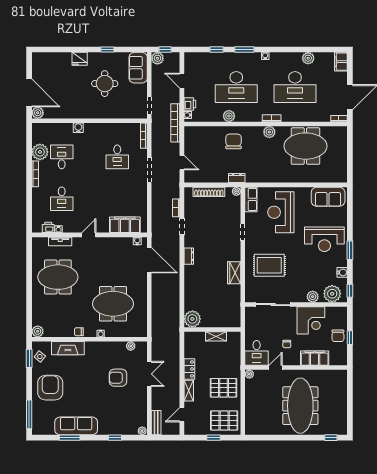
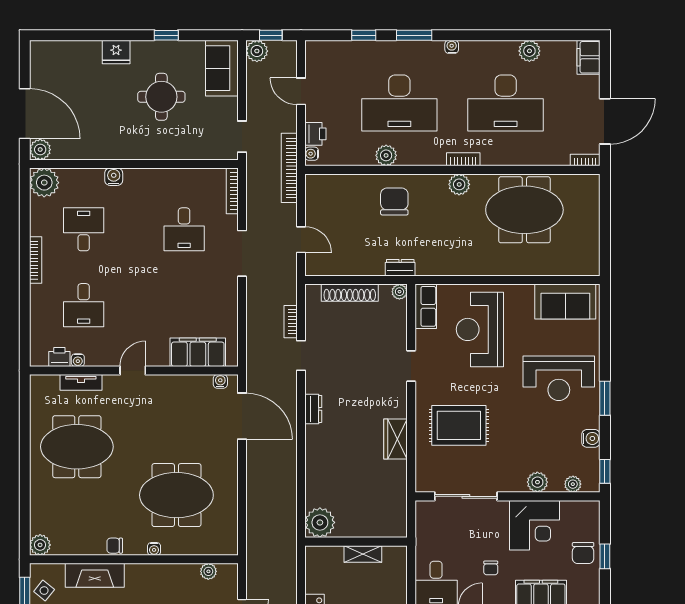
plant: (40, 152) -> (44, 183), moved
plant: (332, 294) -> (573, 484), width x0.53, depth x0.53

